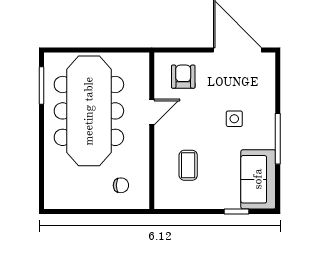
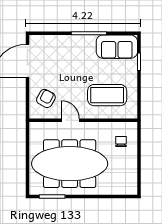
armchair: (183, 77) -> (46, 98), turned 119
side table: (234, 119) -> (75, 63), removed
coffee table: (188, 165) -> (107, 95), width x1.86, depth x1.72

